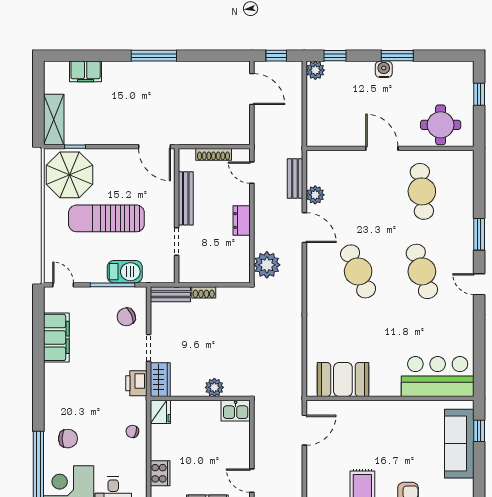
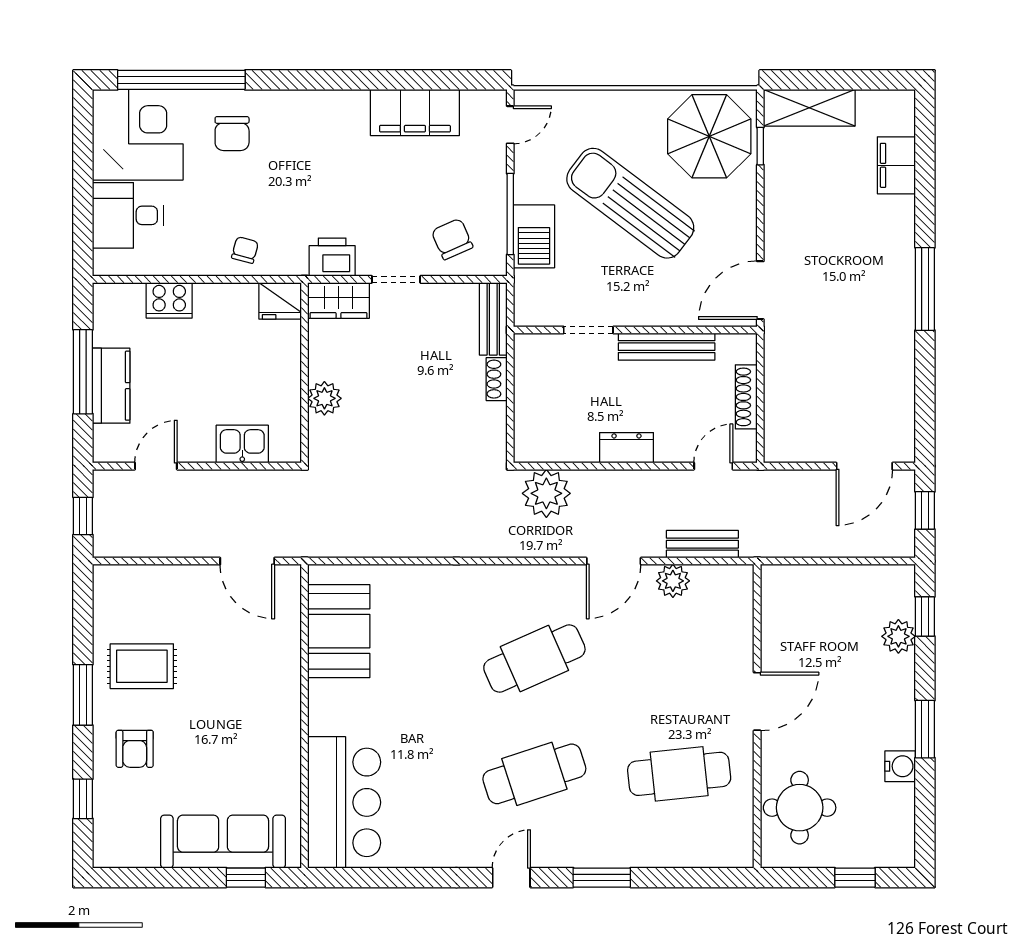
water cooler: (384, 69) -> (900, 766), moved
plant: (315, 70) -> (898, 636), moved
sun lounger: (106, 218) -> (630, 203), turned -53
kitchen sink: (236, 411) -> (242, 444), moved, turned 90

